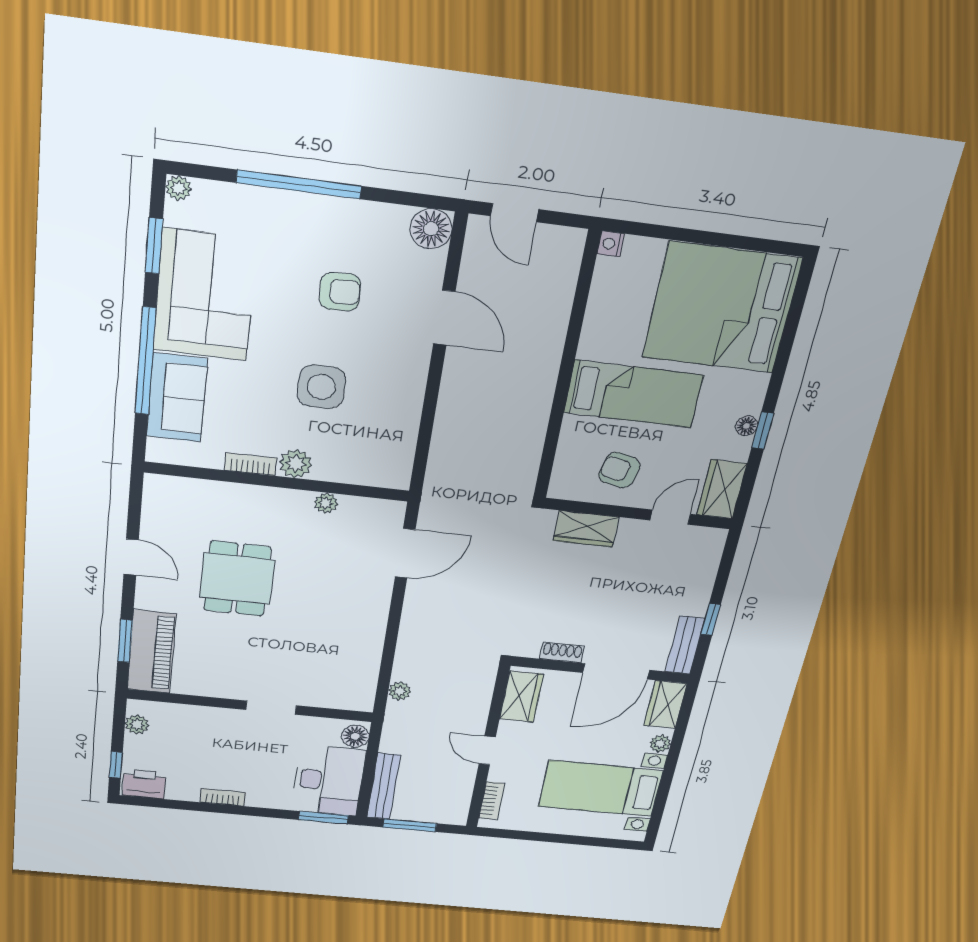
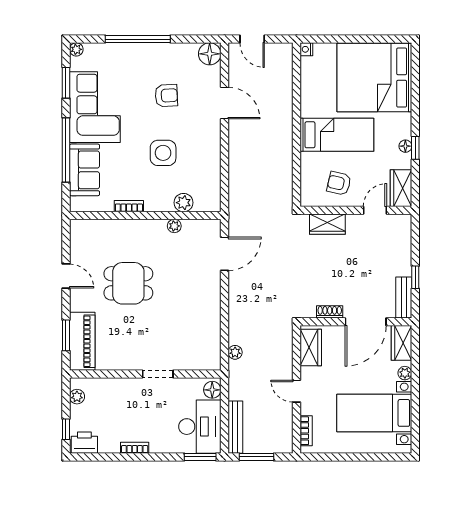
plant: (296, 464) -> (184, 203), moved
dining table: (237, 579) -> (128, 283), turned 90

